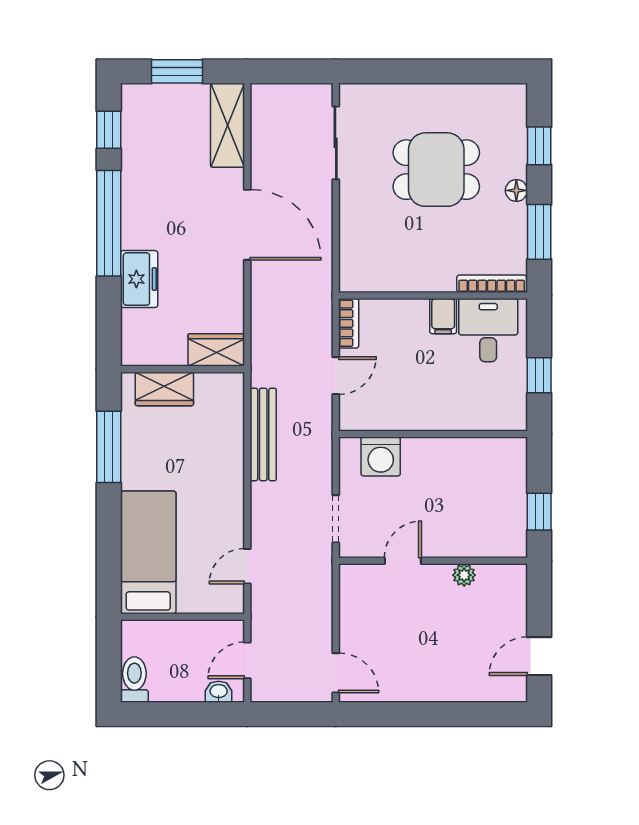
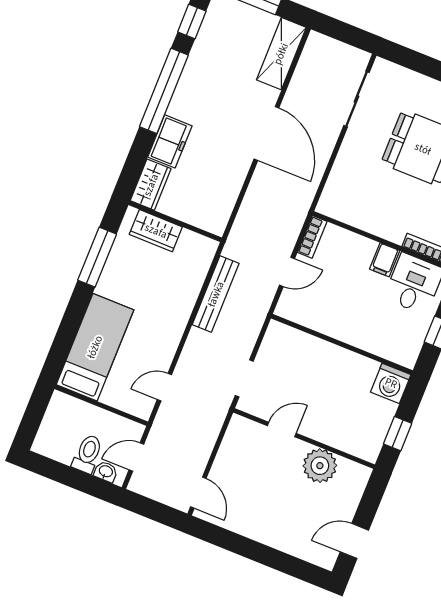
wardrobe: (216, 350) -> (151, 185), moved, turned 90
washing machine: (381, 457) -> (391, 383), moved
plant: (464, 575) -> (320, 466), width x1.88, depth x1.88
toilet: (134, 679) -> (88, 454), moved

